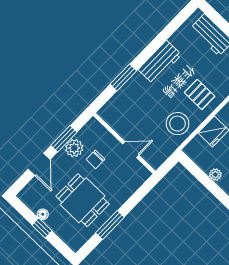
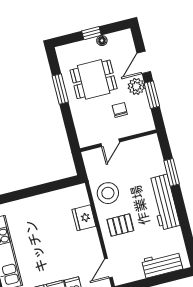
workbench: (160, 62) -> (164, 202), width x1.38
plant: (74, 148) -> (136, 86), moved
door: (39, 164) -> (144, 62), hinge flipped
plant: (215, 175) -> (48, 198), removed

